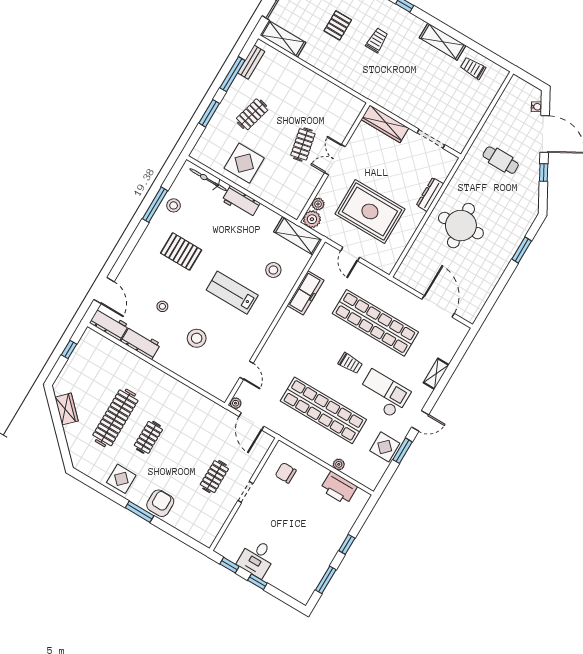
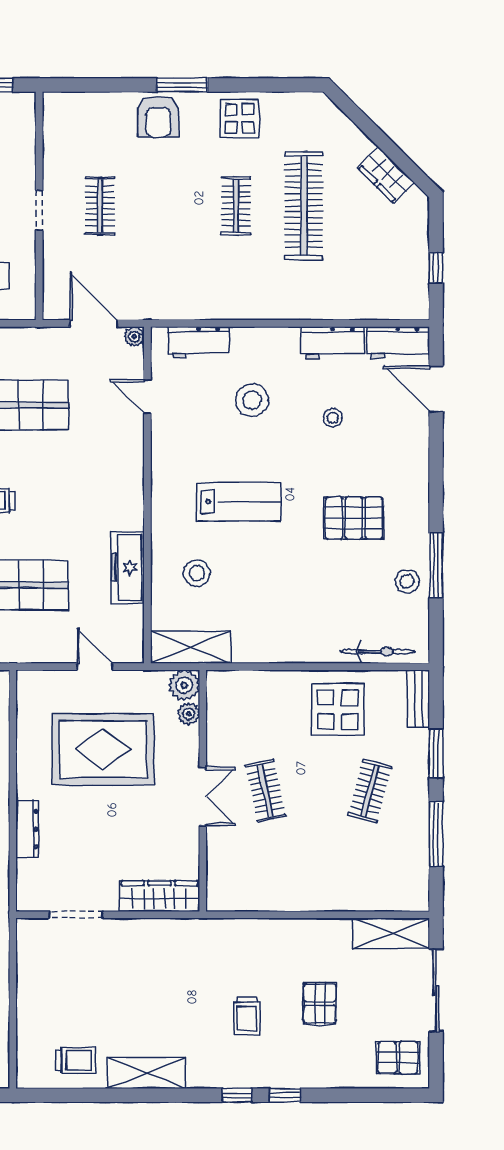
bench: (251, 62) -> (418, 699), moved
workbench: (241, 202) -> (199, 342), moved, turned 180

